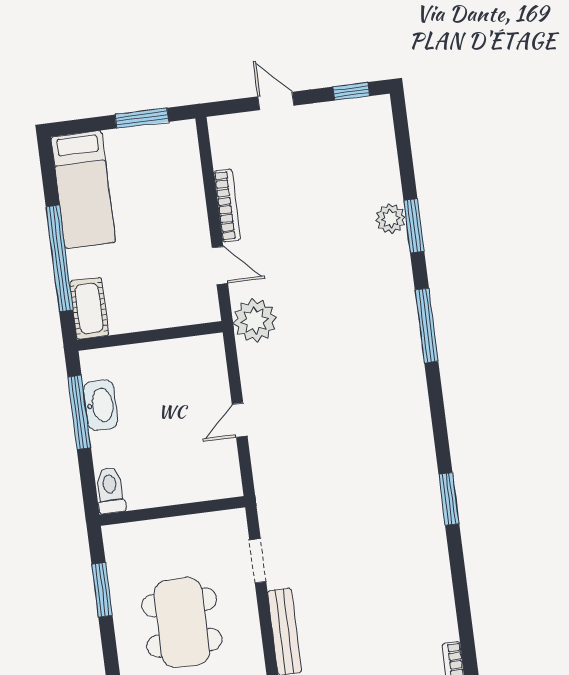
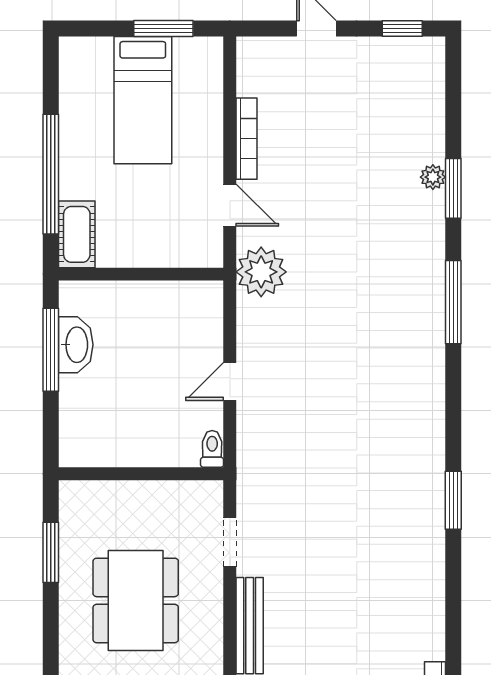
bed: (83, 190) -> (143, 100), moved
plant: (391, 219) -> (433, 177), width x0.73, depth x0.73
toilet: (110, 490) -> (212, 449), moved, width x0.73, depth x0.72

